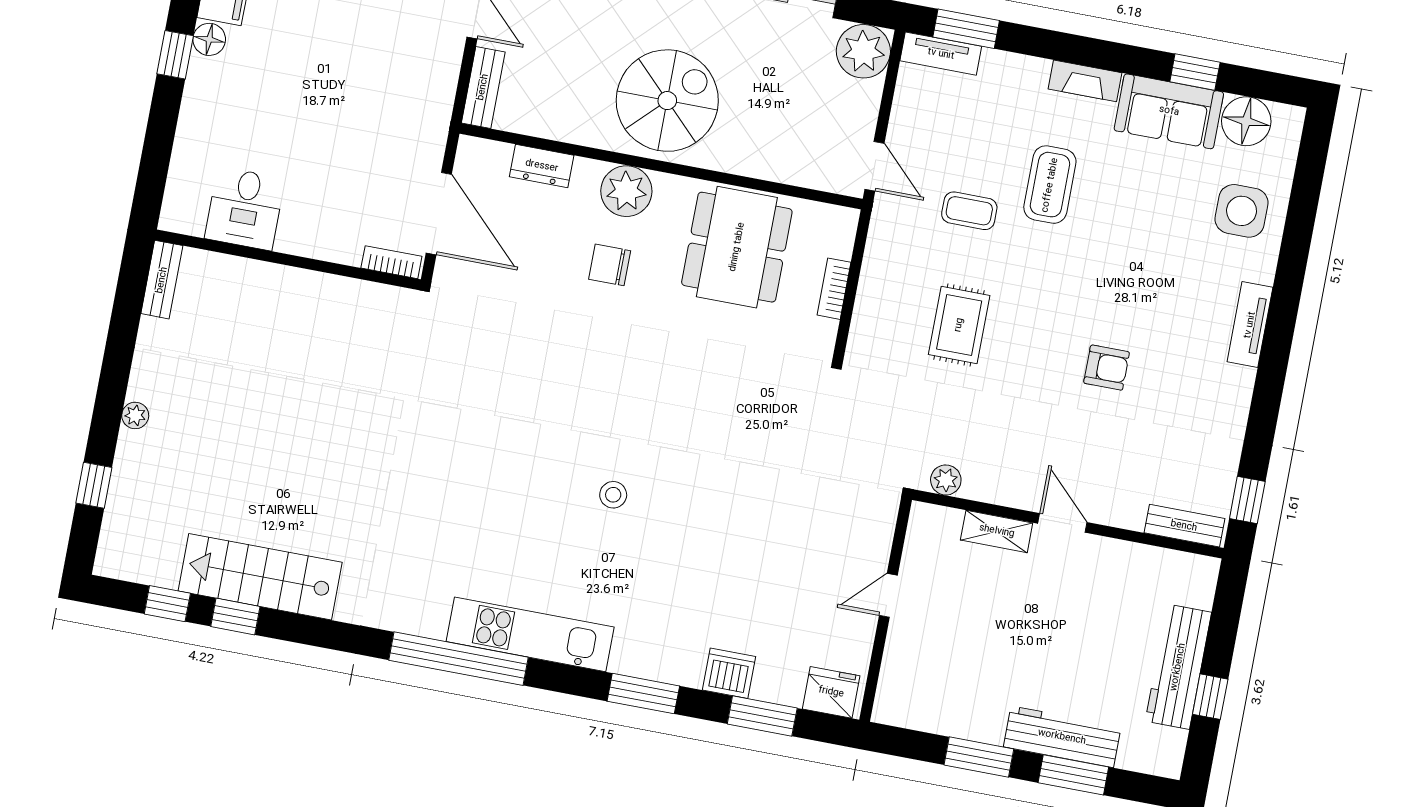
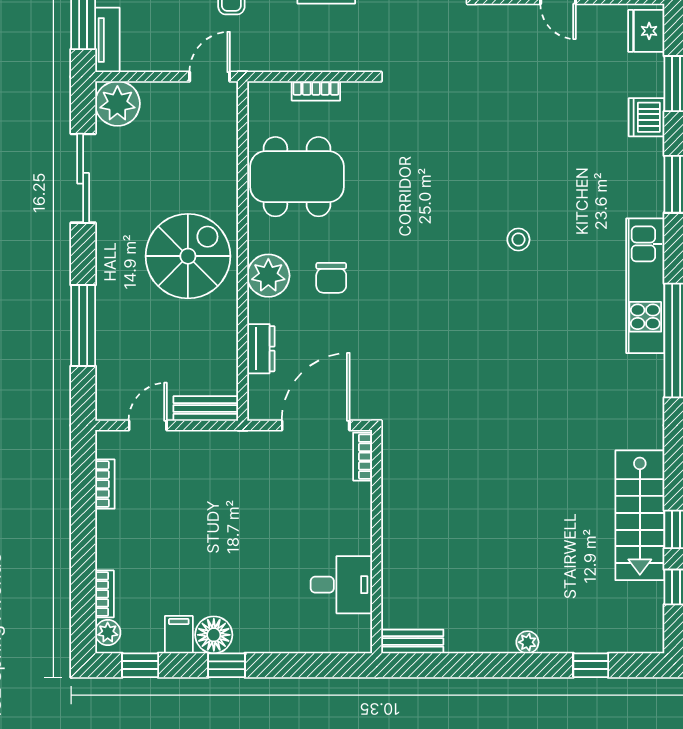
floor lamp: (209, 39) -> (214, 635), width x1.38, depth x1.38
spiral stairs: (667, 101) -> (188, 256), turned 90

